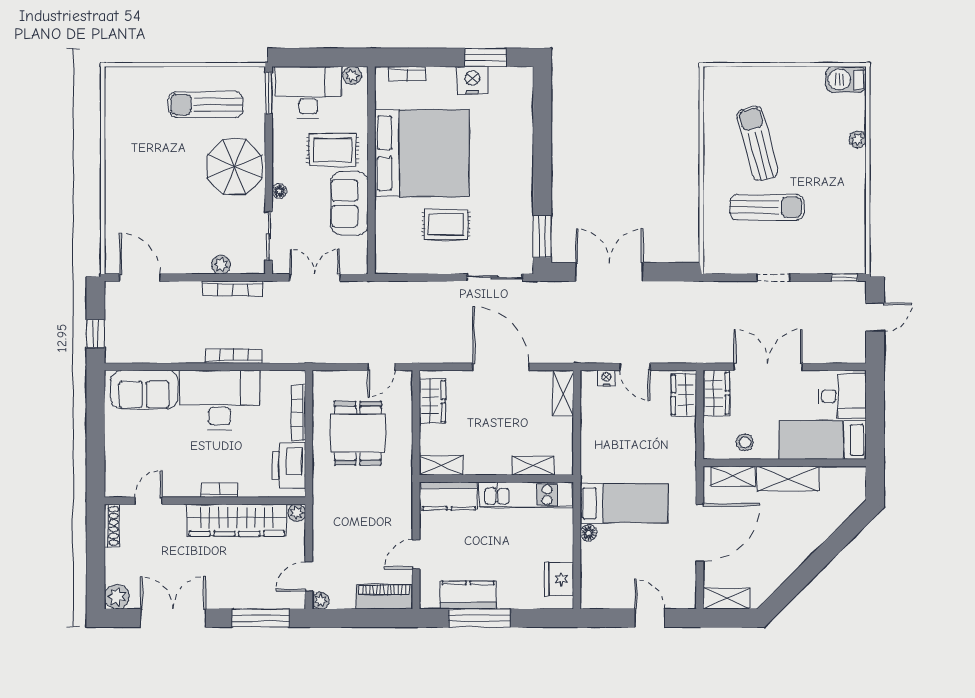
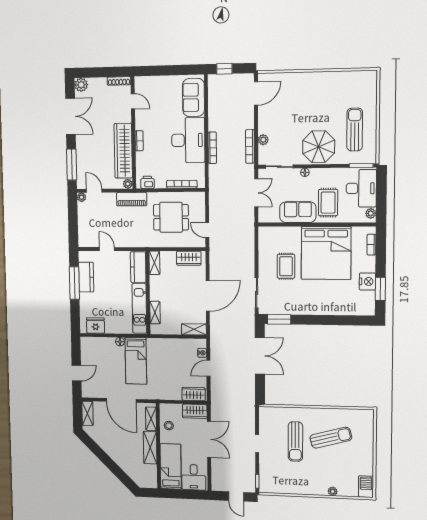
printer: (289, 465) -> (147, 182), width x0.53, depth x0.68
piano: (384, 597) -> (132, 199), moved, turned 90

